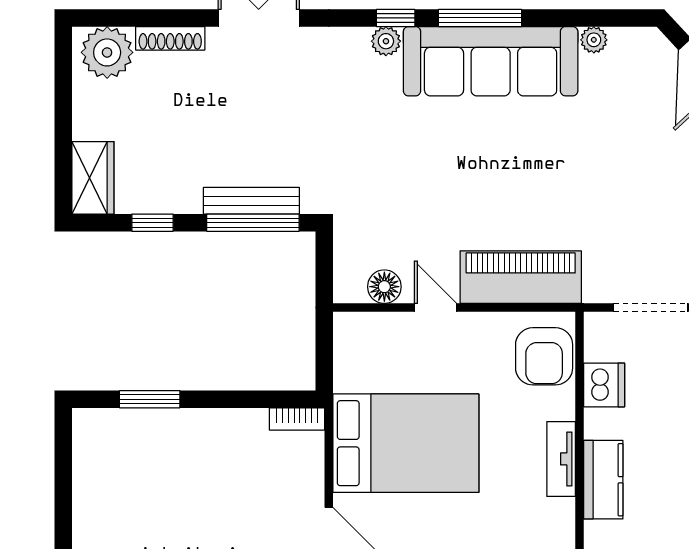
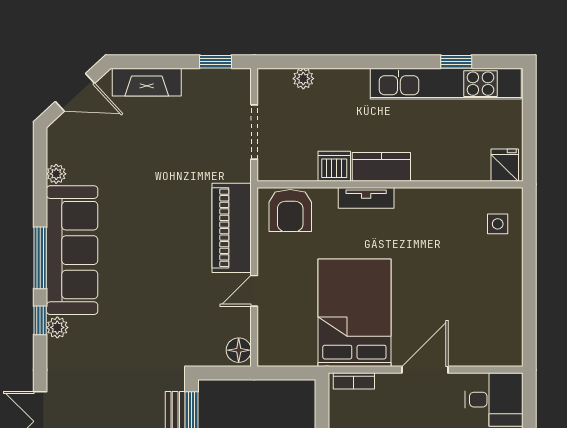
floor lamp: (384, 287) -> (239, 350), moved
armchair: (544, 356) -> (290, 211), turned 90
dishwasher: (604, 385) -> (334, 166), moved
bookcase: (297, 419) -> (354, 381), moved, turned 90

